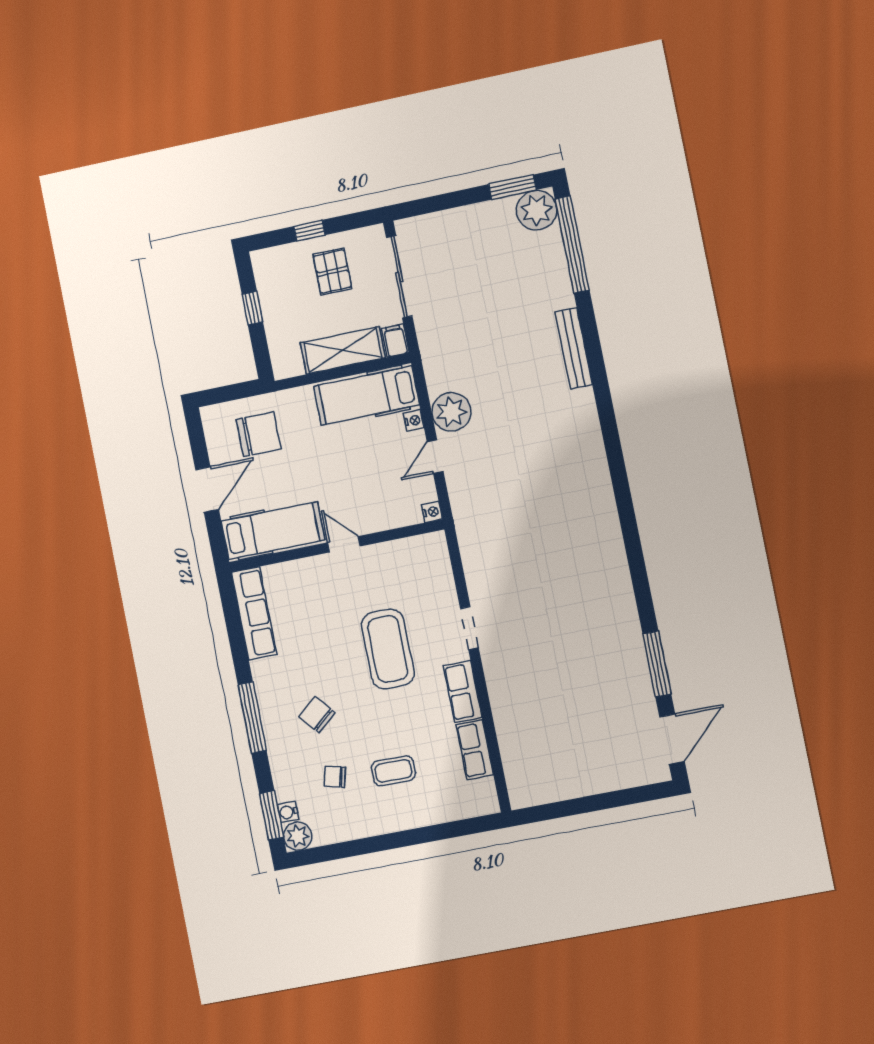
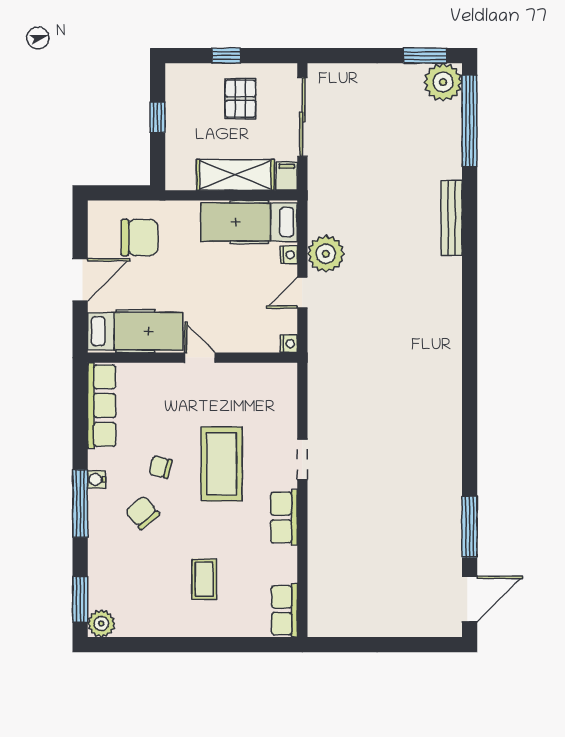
row of seats: (475, 750) -> (284, 610), moved
coffee table: (393, 771) -> (204, 579), turned 90
chair: (335, 777) -> (160, 467), moved
water cooler: (288, 812) -> (97, 479), moved

